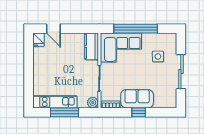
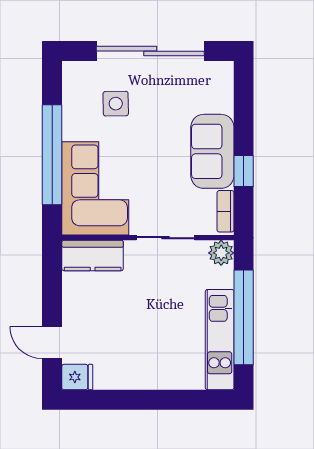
door: (54, 29) -> (52, 343), swing flipped
sliding door: (181, 72) -> (150, 51), width x1.36
window: (65, 112) -> (244, 317), width x1.46
window: (139, 112) -> (244, 171), moved

